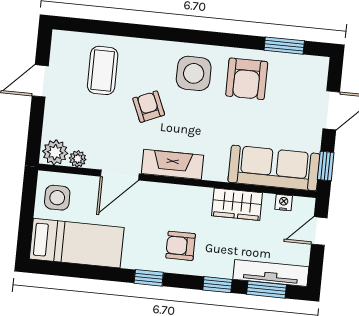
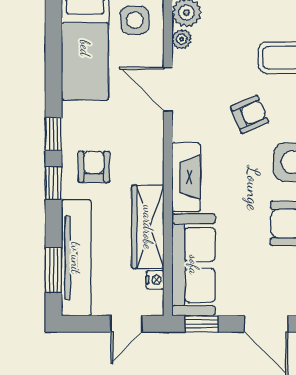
fireplace: (173, 164) -> (186, 177), moved
wardrobe: (237, 204) -> (148, 227), width x1.50
door: (319, 231) -> (127, 324), swing flipped
tv unit: (271, 273) -> (76, 258), width x1.36, depth x1.29
window: (217, 285) -> (53, 183), moved

